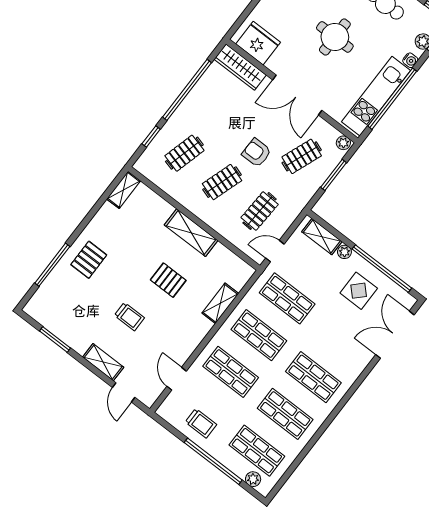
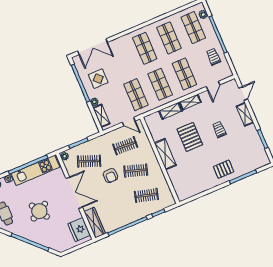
round table: (335, 37) -> (39, 211), turned -30
shelving: (123, 190) -> (190, 102), moved
pallet: (168, 280) -> (190, 137), width x1.50, depth x1.42

